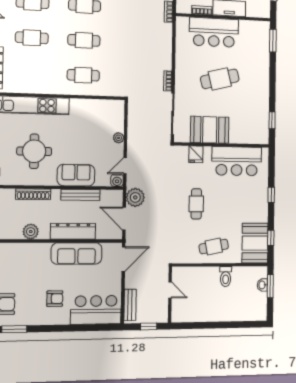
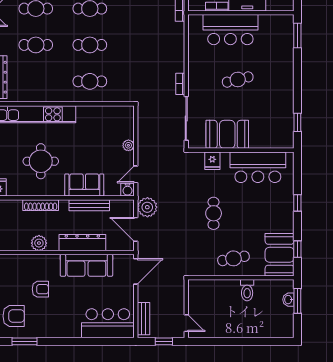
cafe table: (220, 79) -> (238, 79), width x0.73, depth x0.74
door: (170, 290) -> (186, 323), moved
armchair: (55, 299) -> (40, 289), moved

